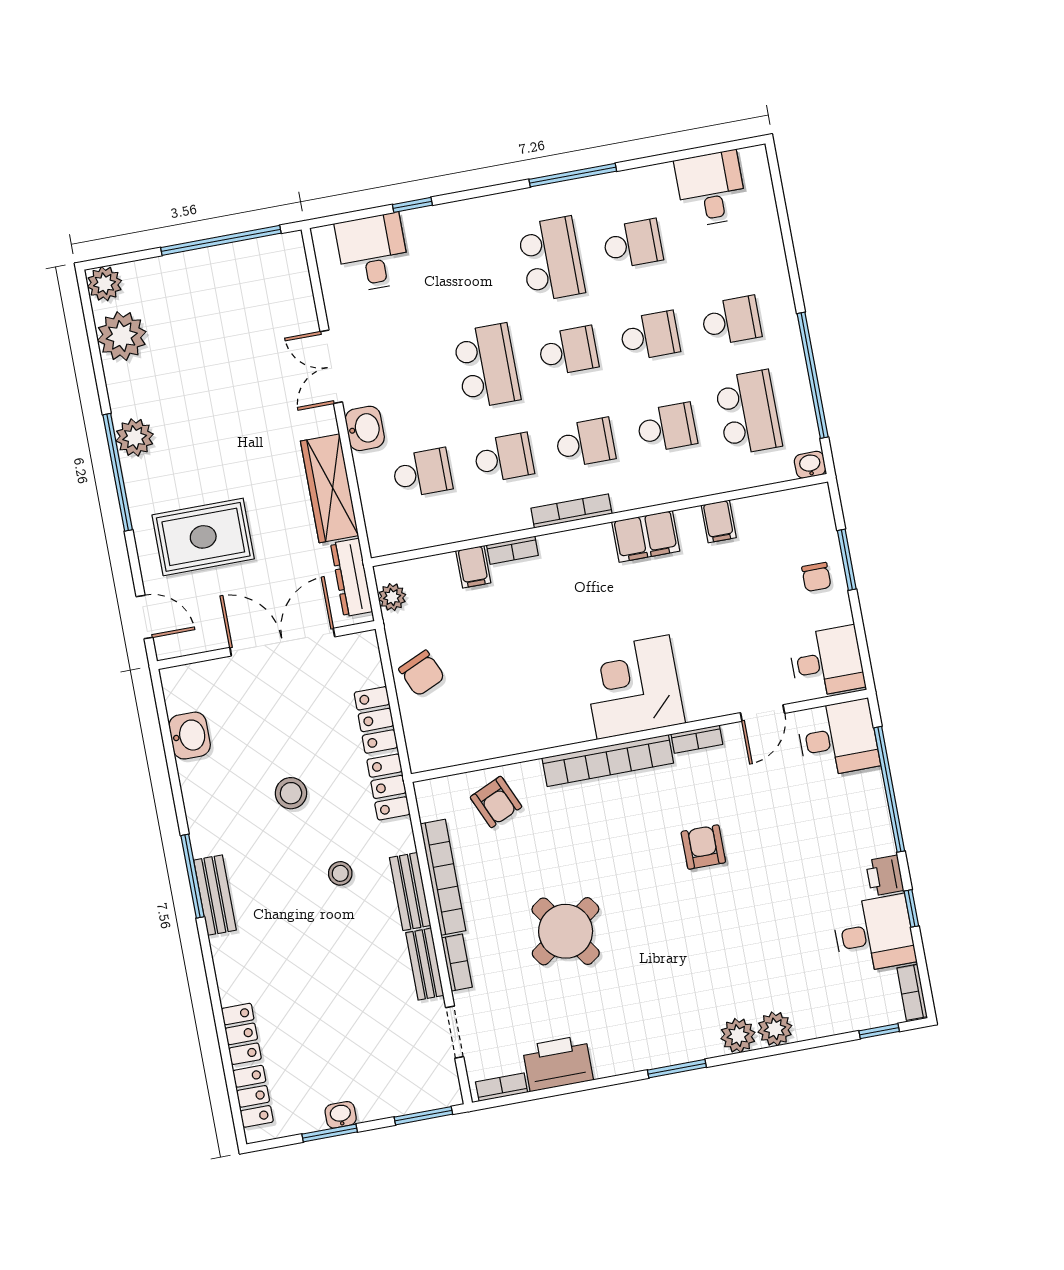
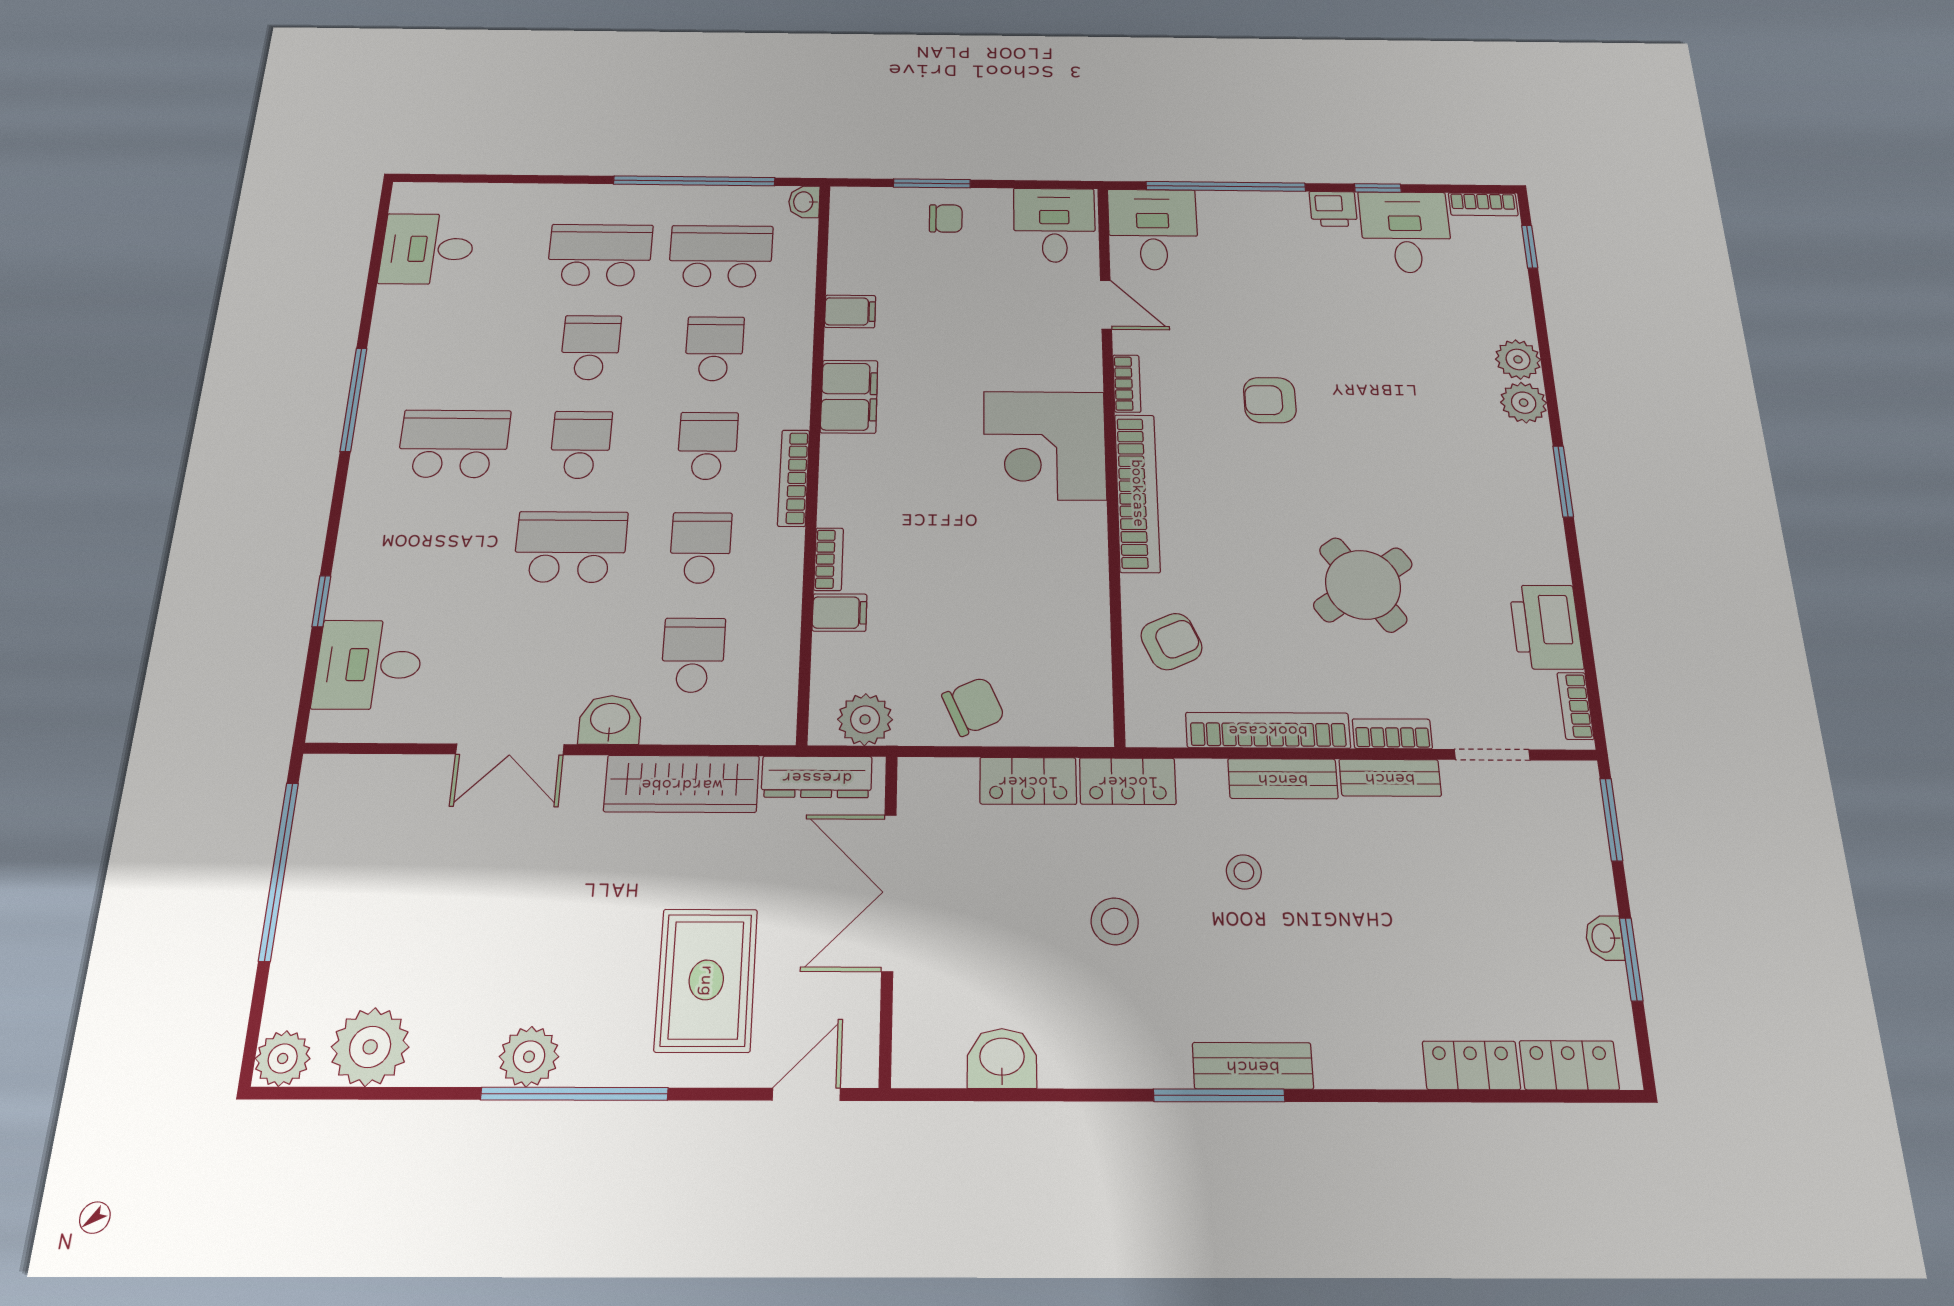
school desk: (633, 244) -> (467, 346), removed
school desk: (731, 321) -> (600, 255), width x1.85
plant: (392, 597) -> (865, 719), width x1.38, depth x1.38

